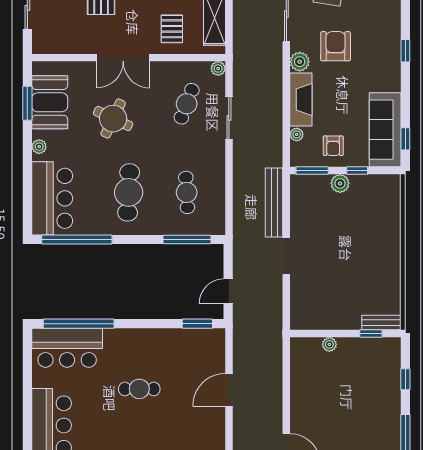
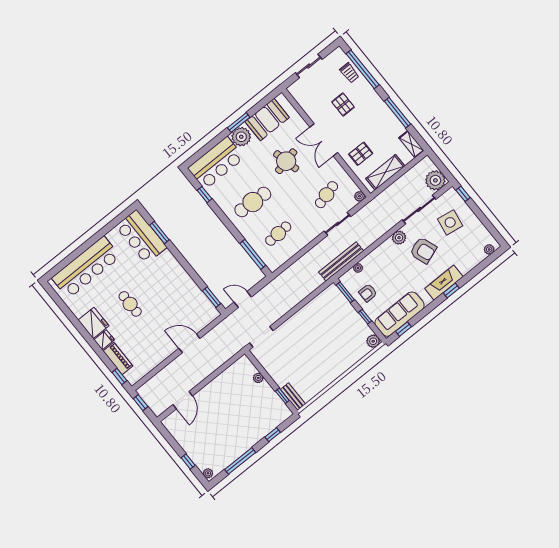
armchair: (336, 46) -> (423, 250), turned 70
fireplace: (301, 100) -> (444, 283), moved, turned 180
window: (27, 103) -> (239, 122), moved
cafe table: (187, 104) -> (326, 195), turned -36
round table: (113, 119) -> (286, 161), turned -38
plant: (39, 147) -> (241, 137), width x1.87, depth x1.87
plant: (340, 183) -> (373, 341), moved
bench: (274, 203) -> (341, 261), moved
window: (77, 239) -> (204, 195), width x0.32
doorway: (286, 256) -> (261, 337), moved
window: (79, 324) -> (159, 232), width x0.47
cafe table: (139, 389) -> (130, 304), moved

